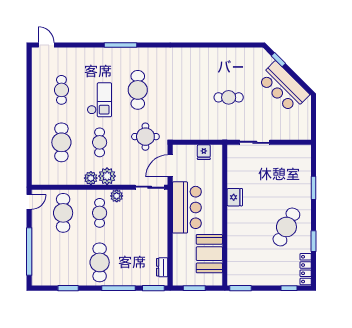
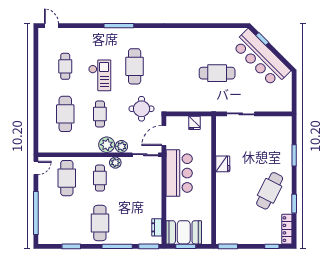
bar counter: (283, 87) -> (261, 58), width x1.36
cafe table: (229, 97) -> (217, 73), width x1.37, depth x1.35
plant: (91, 178) -> (121, 146), moved
booth: (209, 254) -> (184, 232), moved, turned 90

